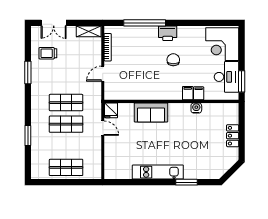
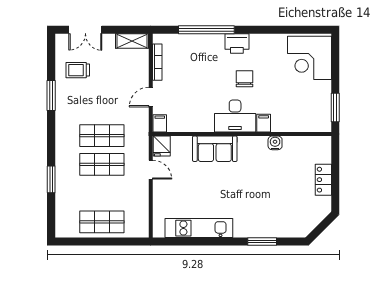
desk: (226, 77) -> (235, 116), moved, turned 90
filing cabinet: (199, 93) -> (160, 123), moved
kitchen unit: (158, 172) -> (199, 228), moved

